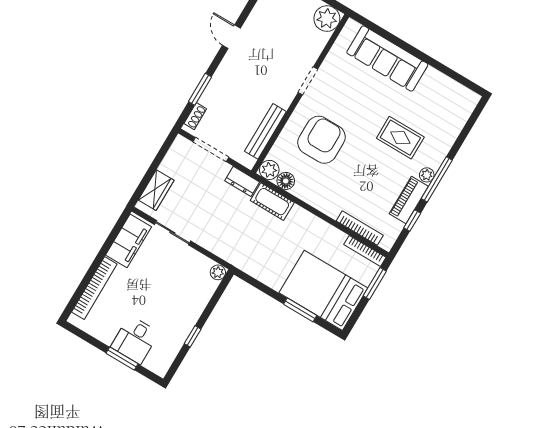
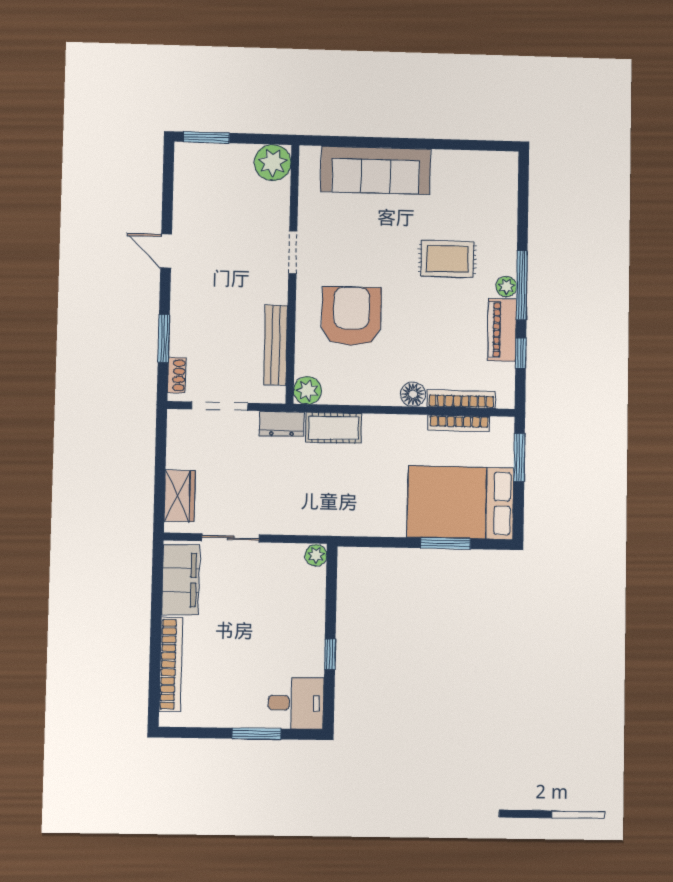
floor lamp: (286, 181) -> (413, 394), moved
bookcase: (365, 251) -> (459, 423), moved
desk: (135, 340) -> (296, 703), moved, turned -90

